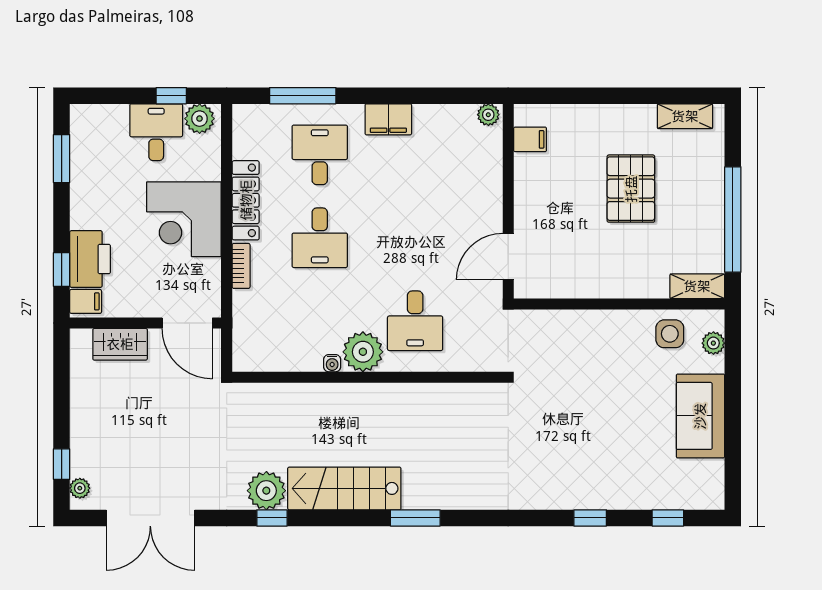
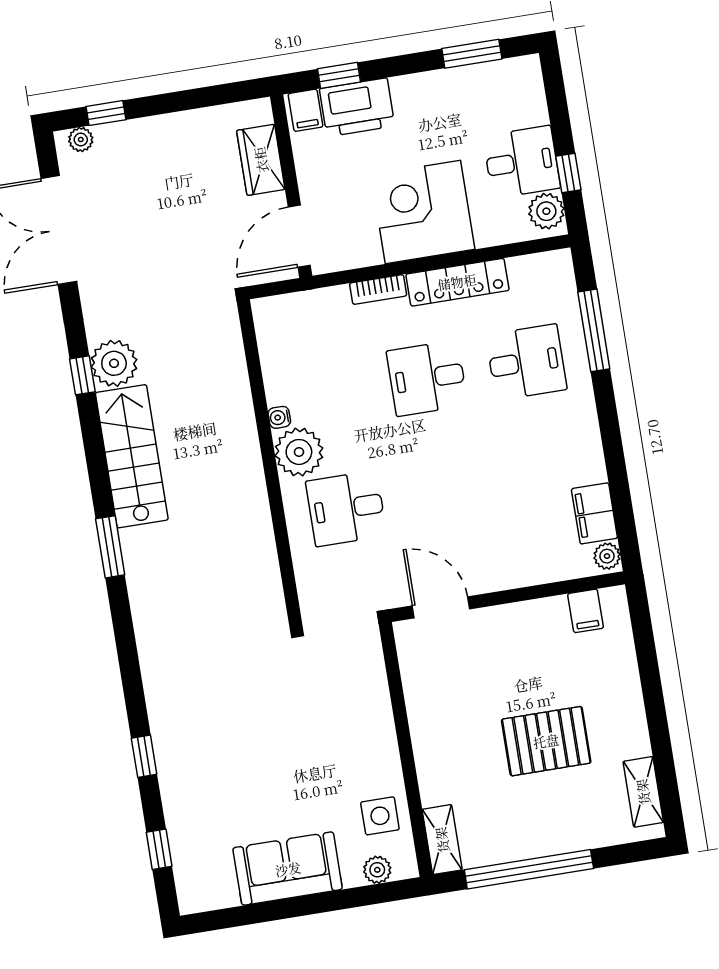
filing cabinet: (388, 119) -> (594, 513), moved

